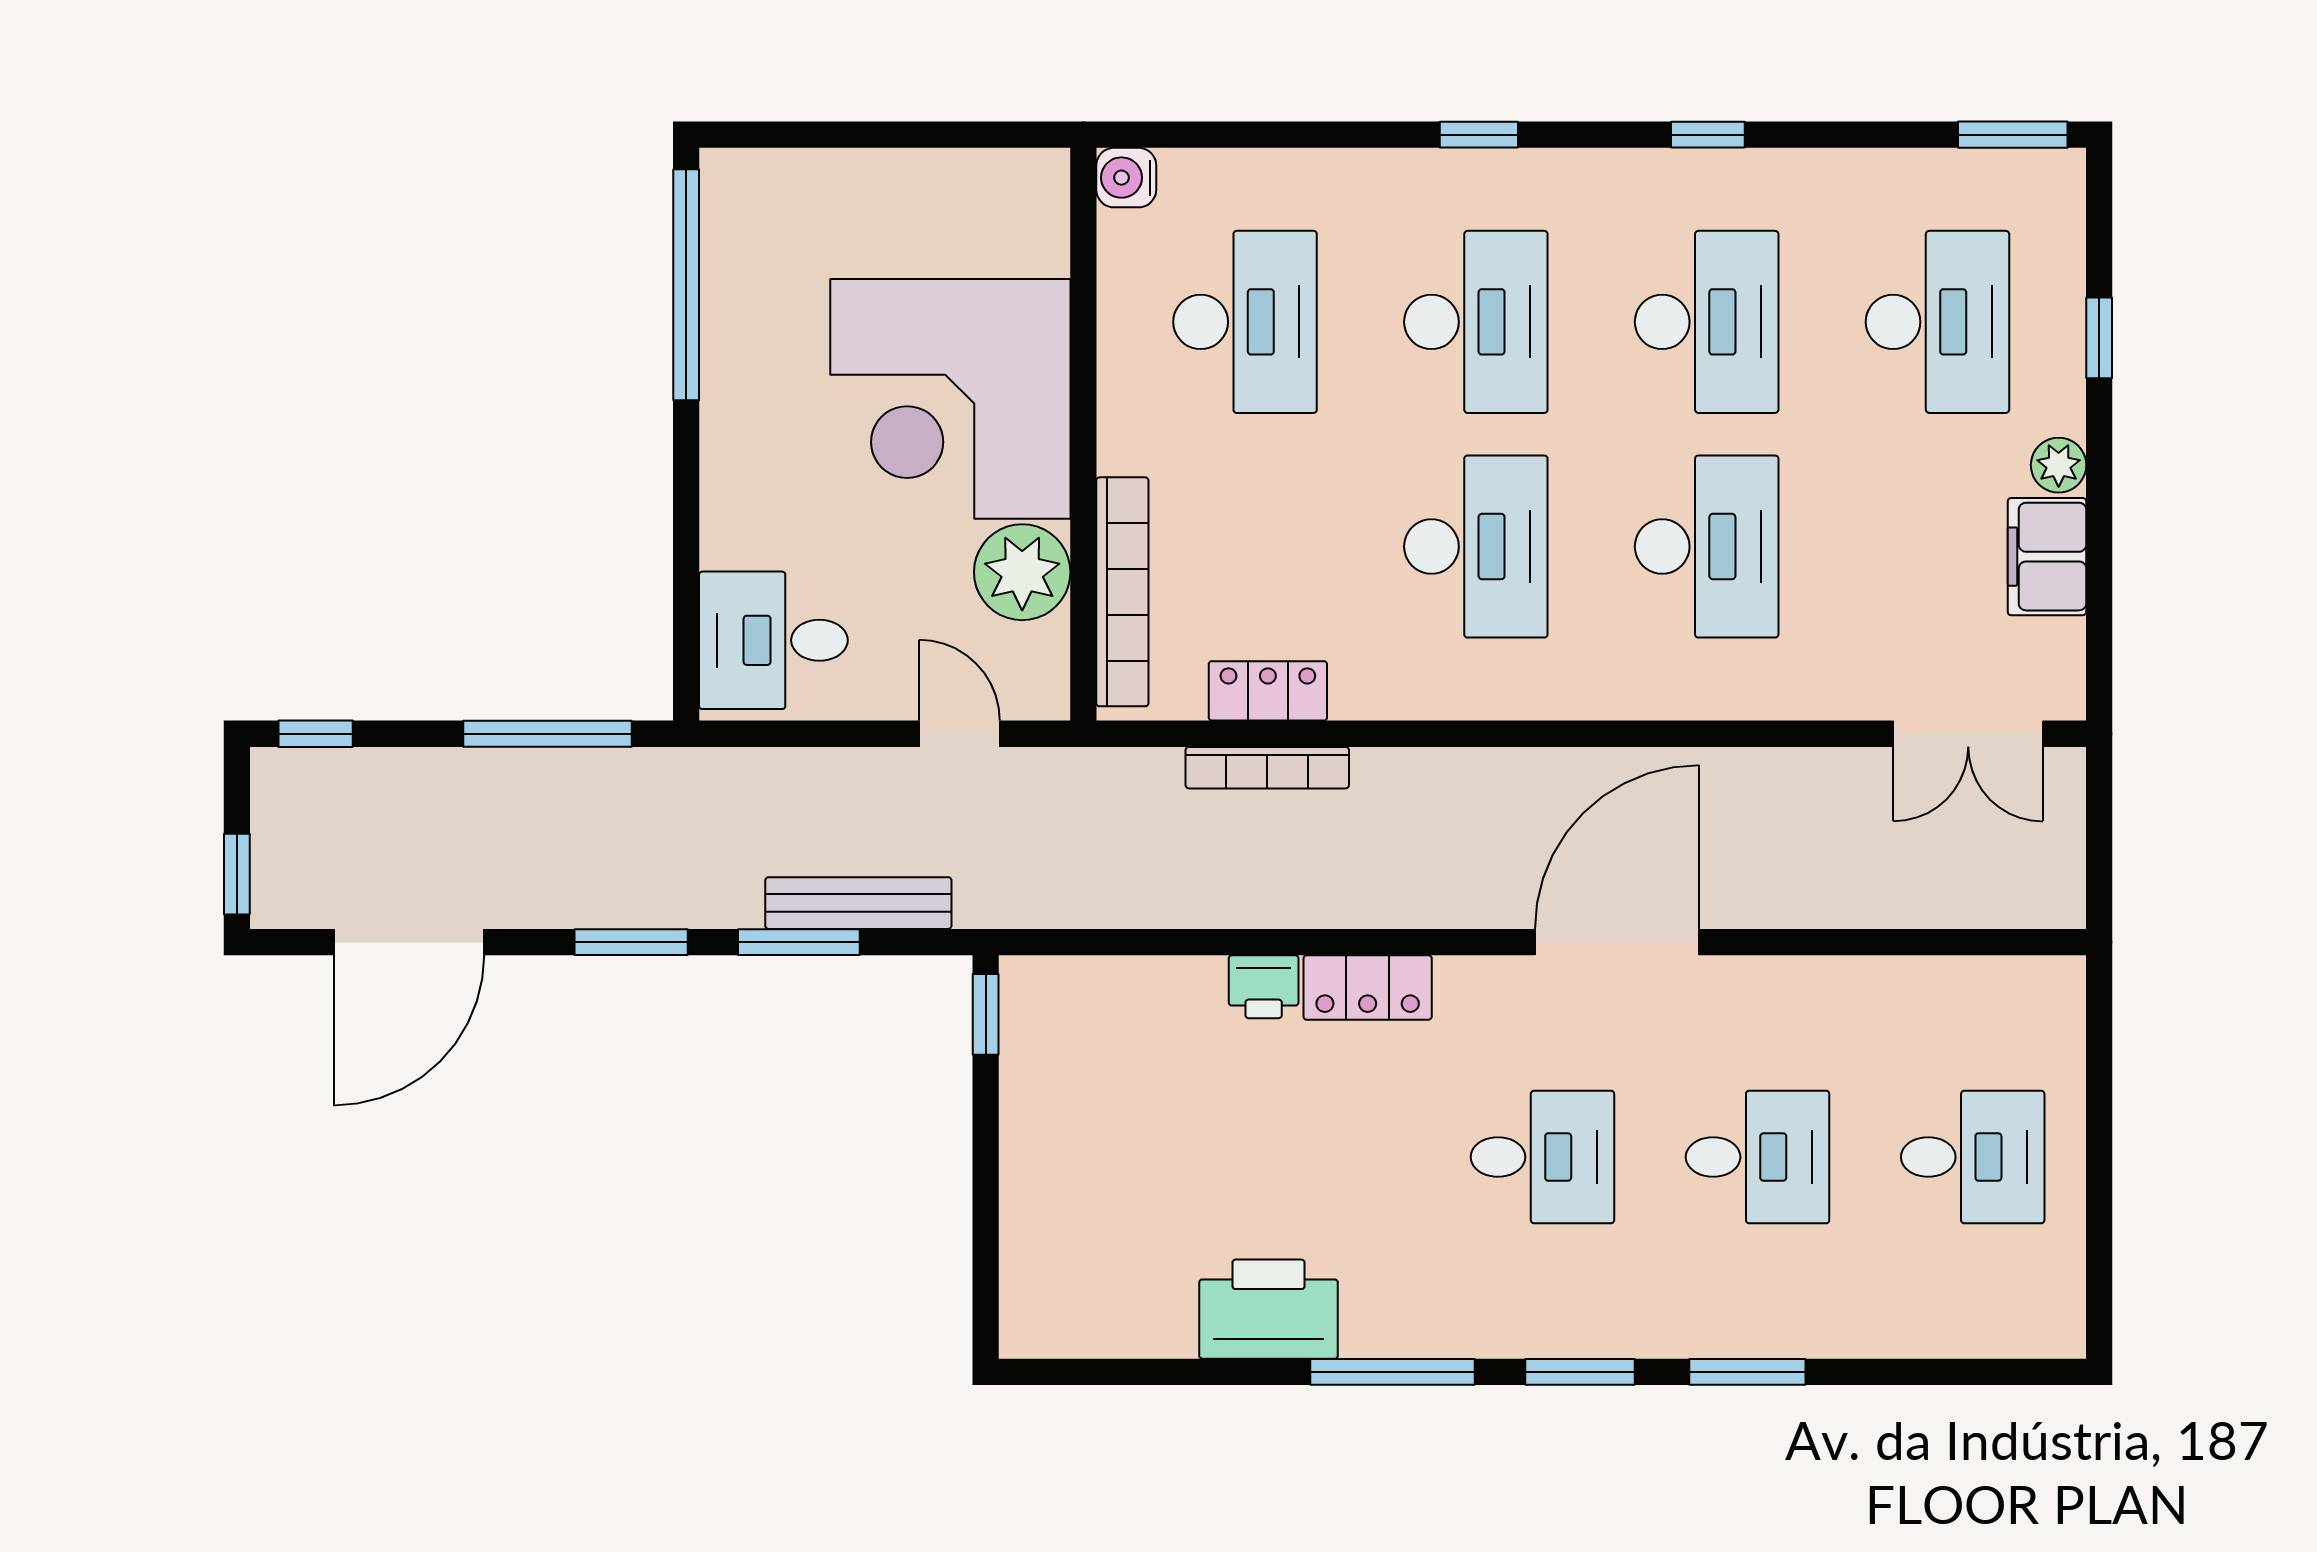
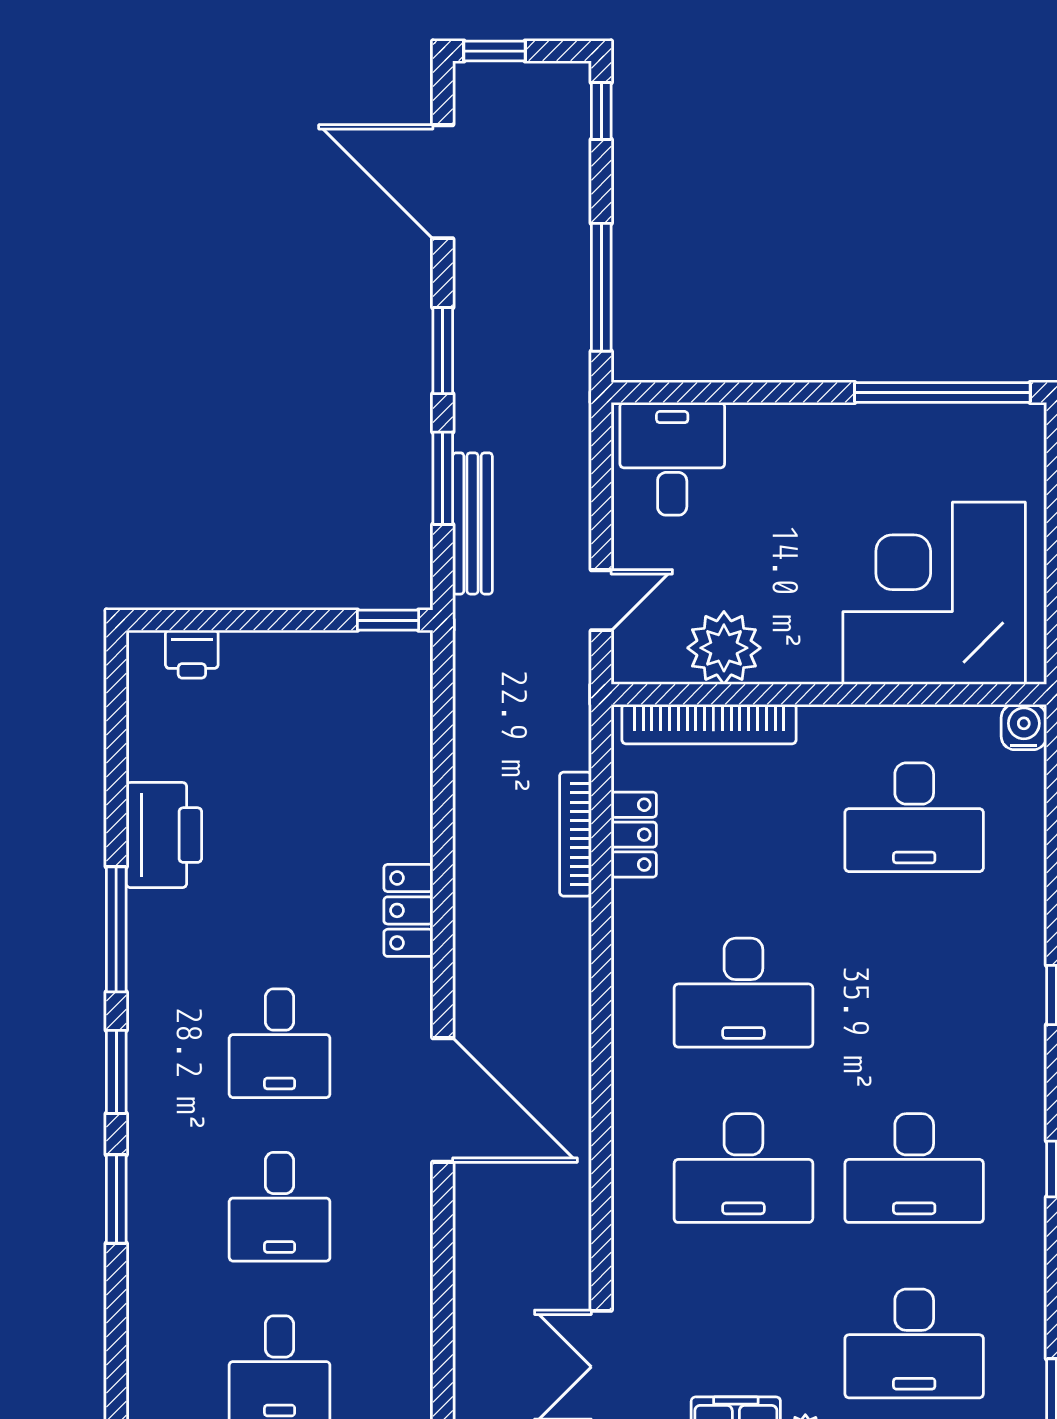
desk: (1476, 322) -> (914, 993), removed
corner desk: (950, 399) -> (934, 593), moved
printer: (1264, 987) -> (192, 654), moved, turned -90

